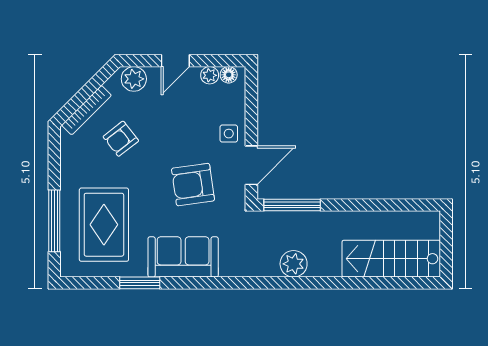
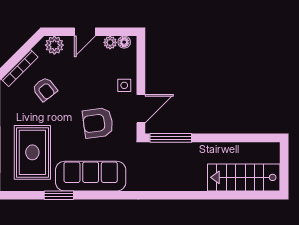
armchair: (121, 139) -> (45, 89), turned -90
sofa: (183, 257) -> (91, 176), width x1.36
plant: (294, 264) -> (172, 181), removed

